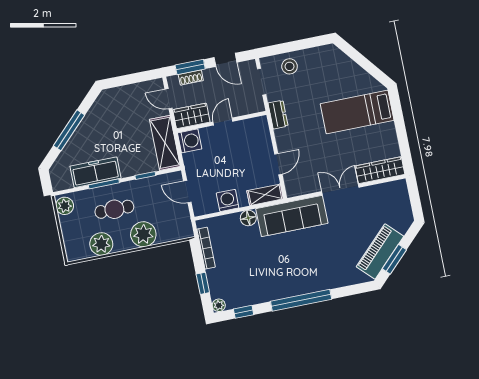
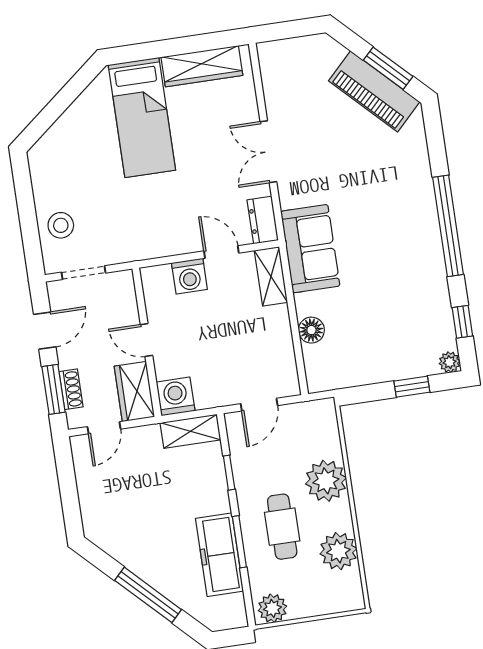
dresser: (278, 115) -> (263, 220), moved, turned -90
shelving: (165, 143) -> (190, 431), width x0.67, depth x0.75
wardrobe: (380, 170) -> (202, 66), moved, turned -90
washing machine: (228, 200) -> (189, 276), moved, turned -90
sofa: (292, 216) -> (310, 249), width x0.73
floor lamp: (248, 218) -> (311, 330), moved
bookcase: (206, 248) -> (354, 378), removed

